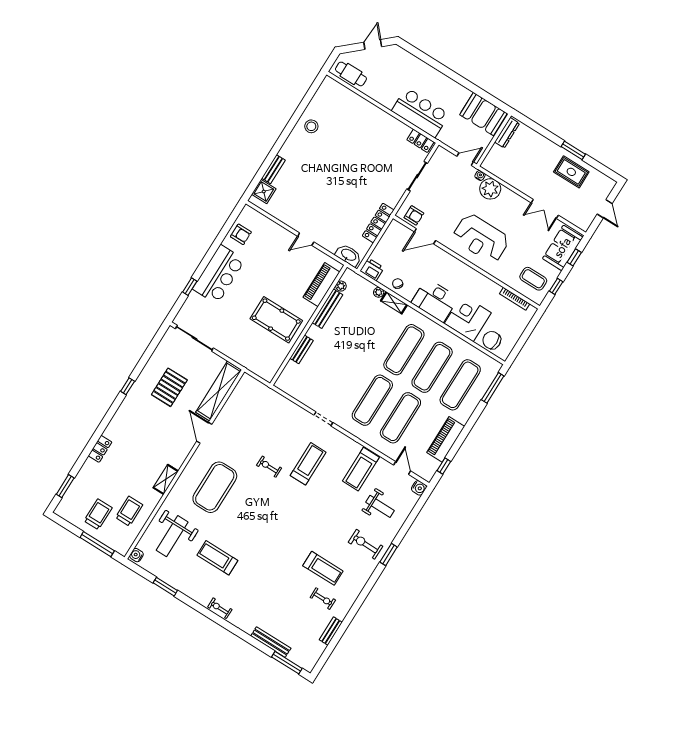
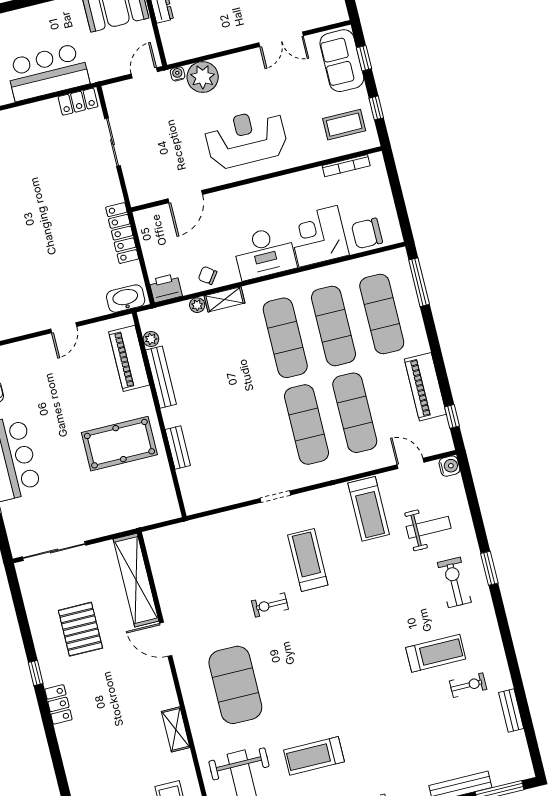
armchair: (414, 215) -> (151, 187), removed
reception desk: (481, 238) -> (246, 139), turned 180
locker: (100, 449) -> (58, 704), moved
exercise bike: (366, 544) -> (454, 582), turned 89

